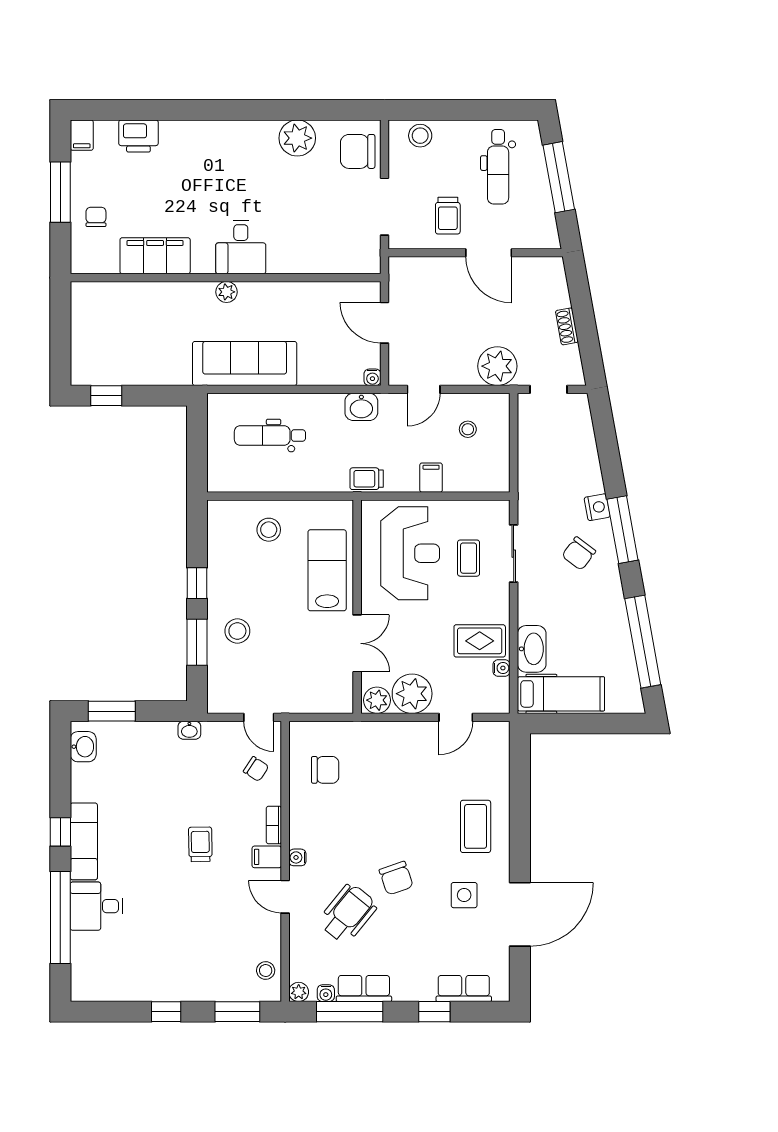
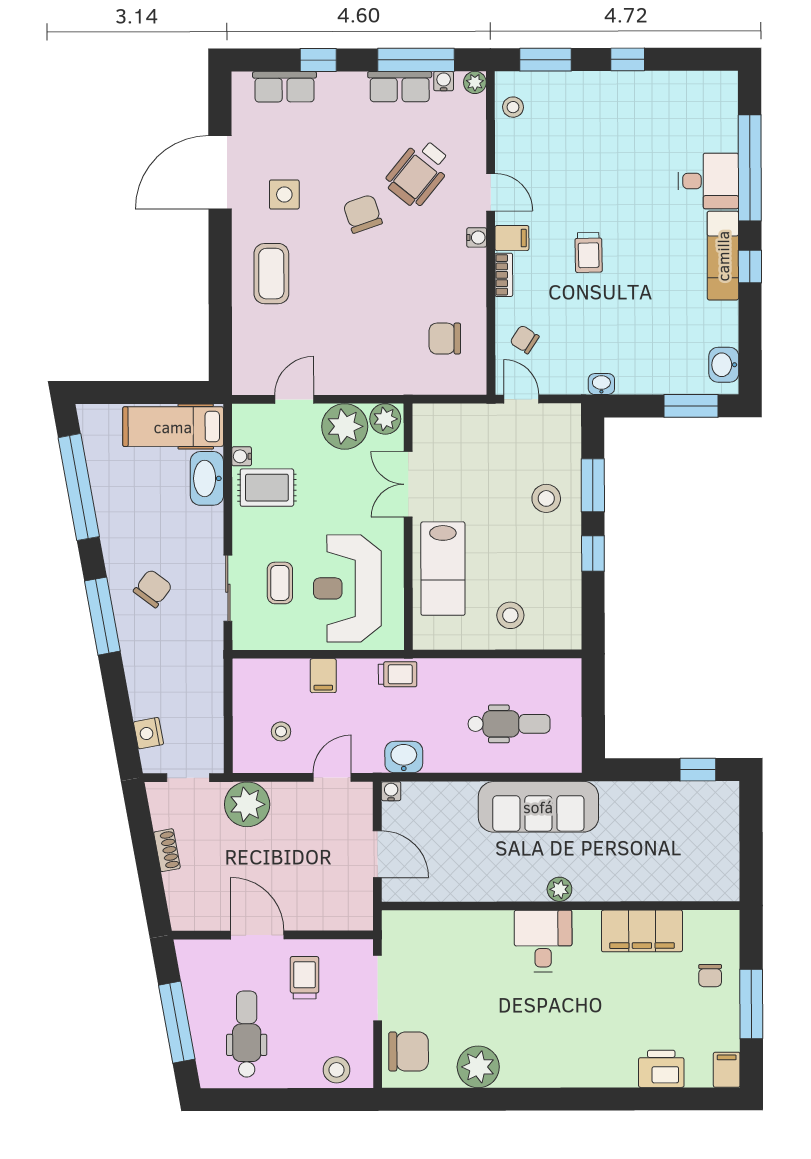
nightstand: (597, 507) -> (149, 733), moved

